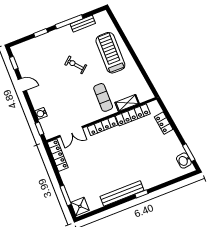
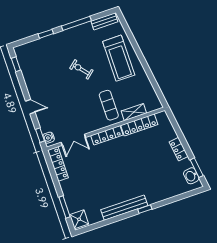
bench: (83, 24) -> (104, 21), moved
treadmill: (110, 53) -> (119, 58), turned 180
door: (22, 85) -> (30, 107), moved
water cooler: (41, 113) -> (49, 138), moved
locker: (164, 123) -> (179, 149), moved

